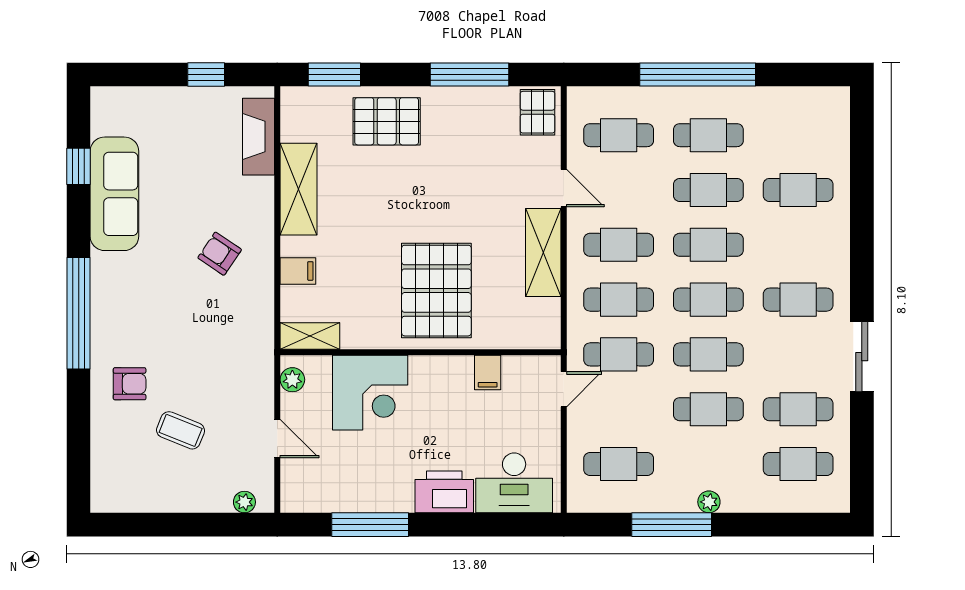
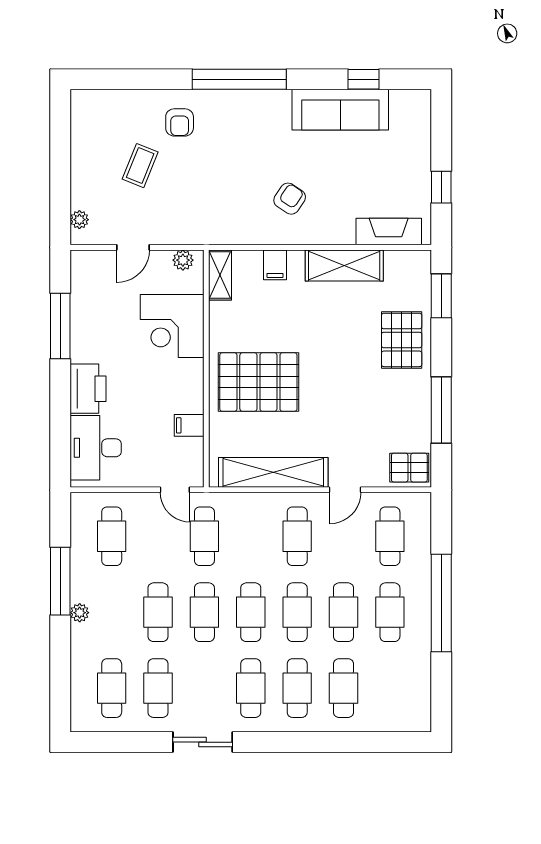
shelving: (543, 252) -> (273, 472), width x1.47
cafe table: (619, 300) -> (297, 688), moved

